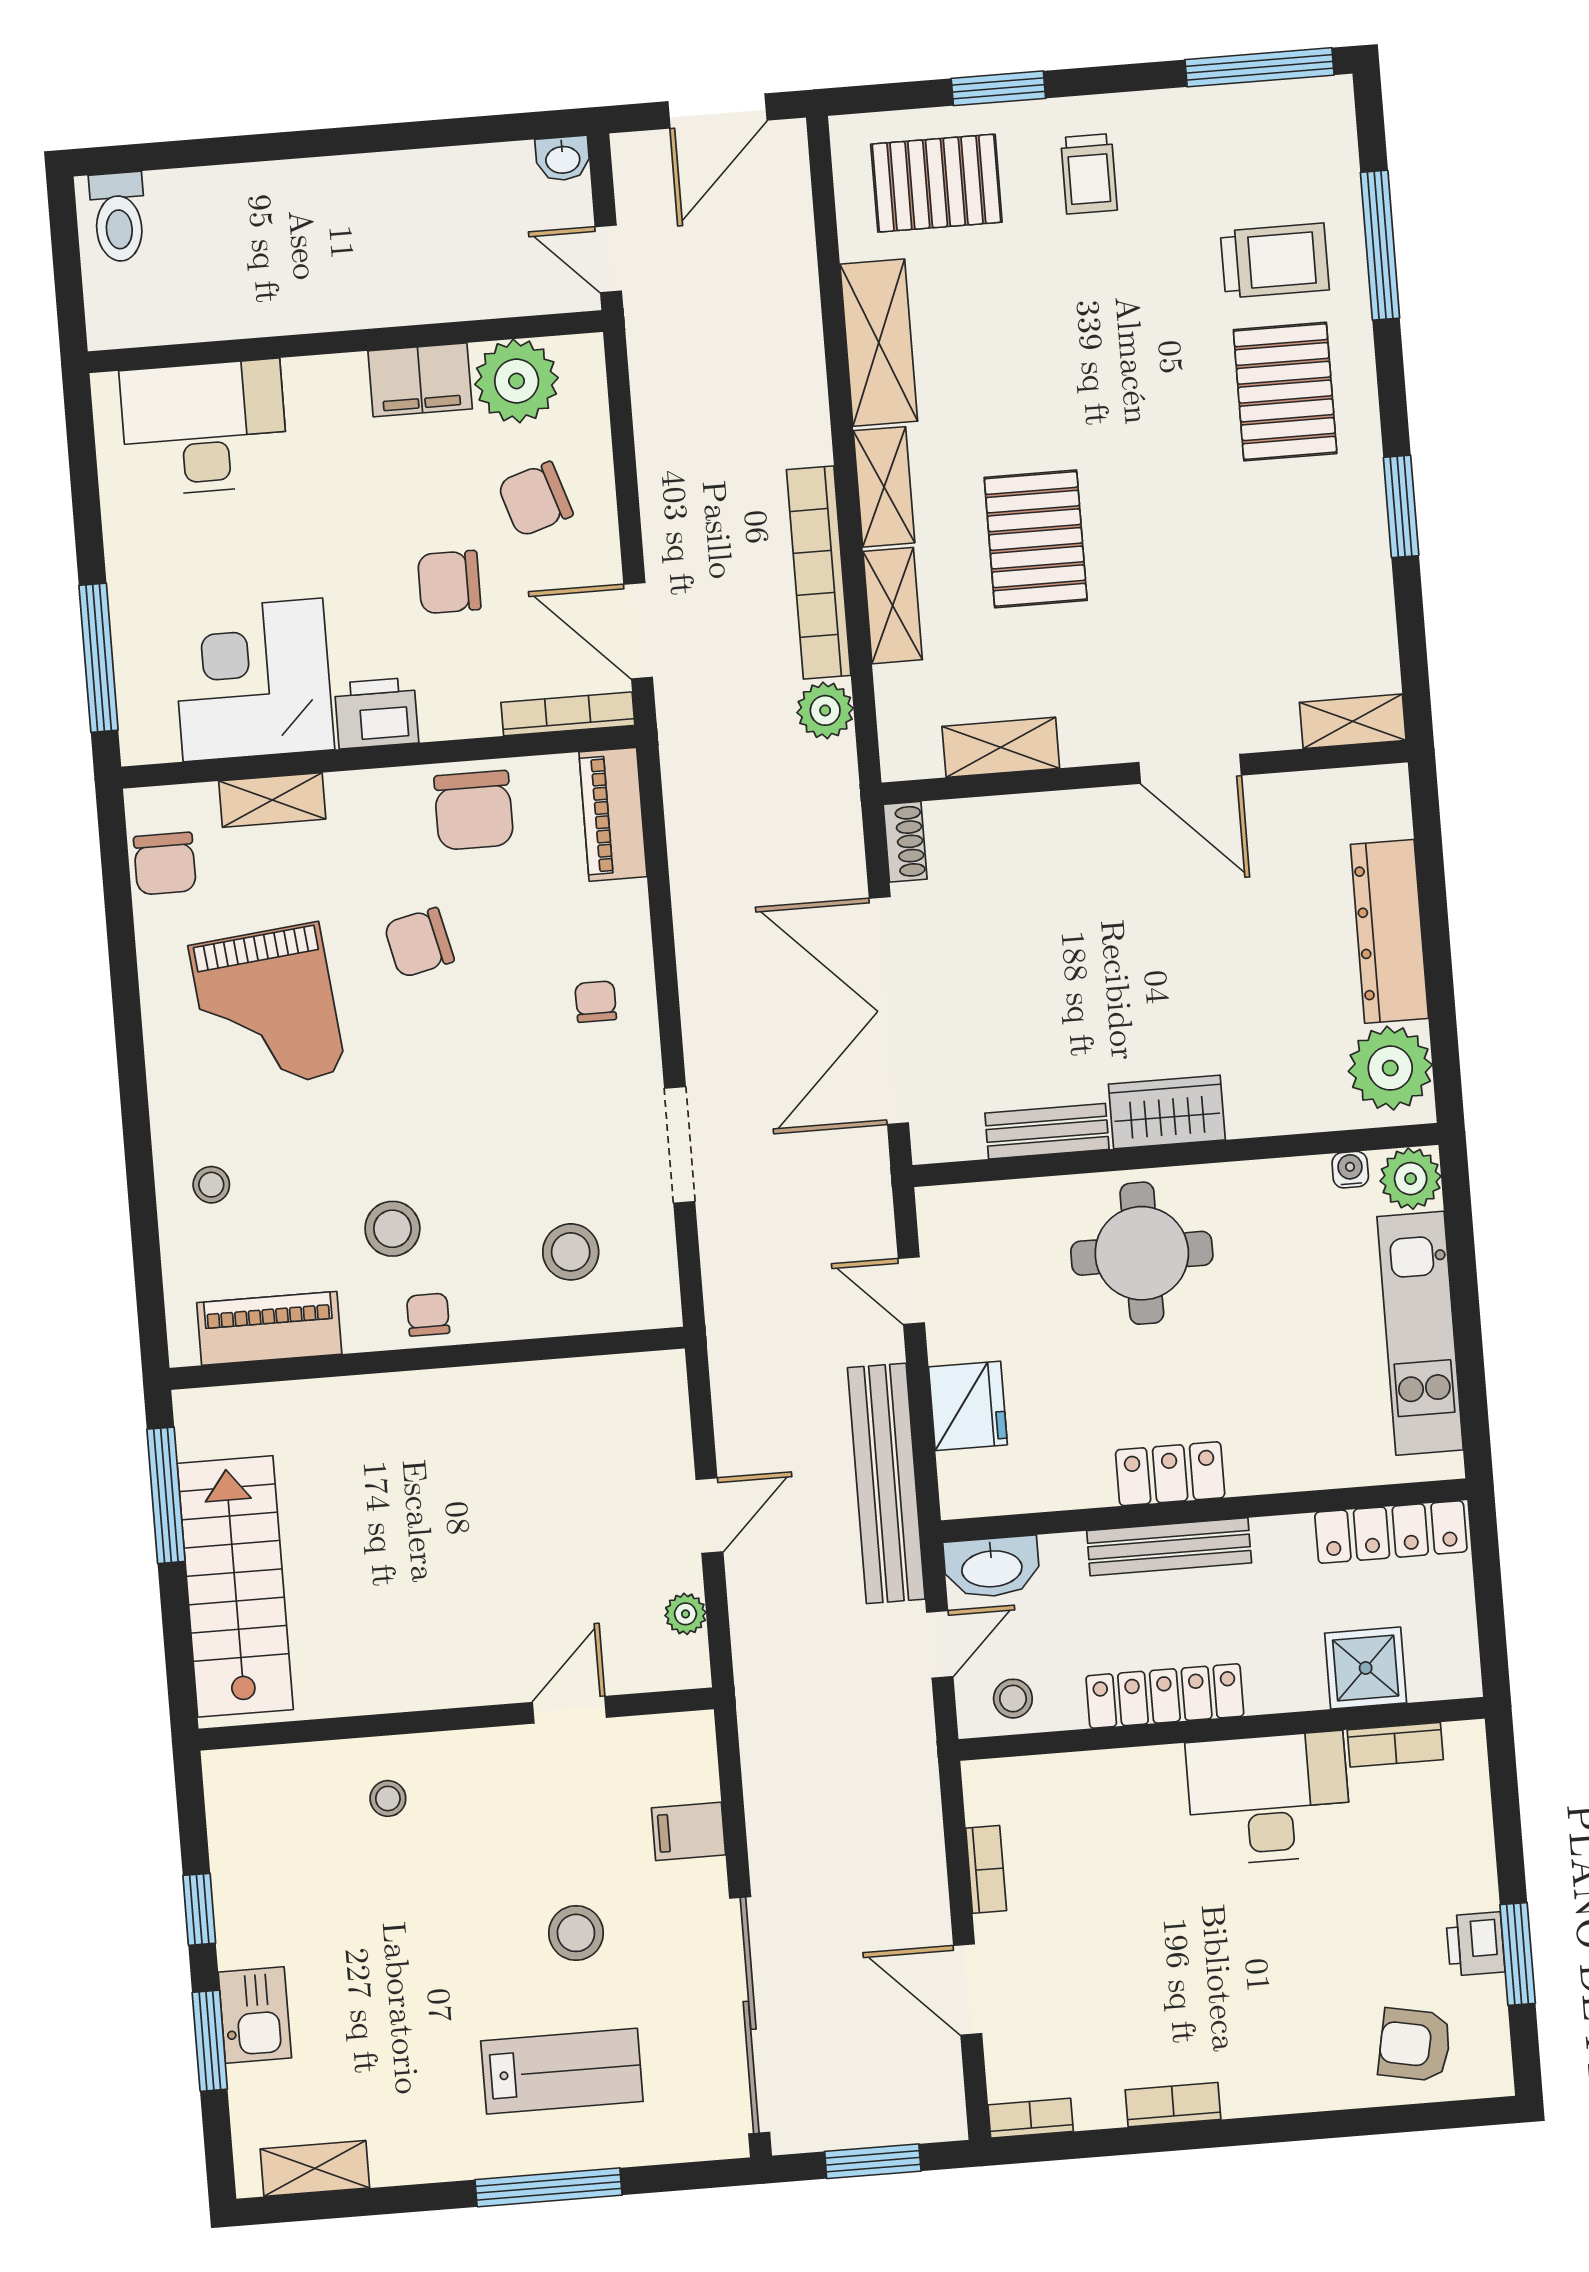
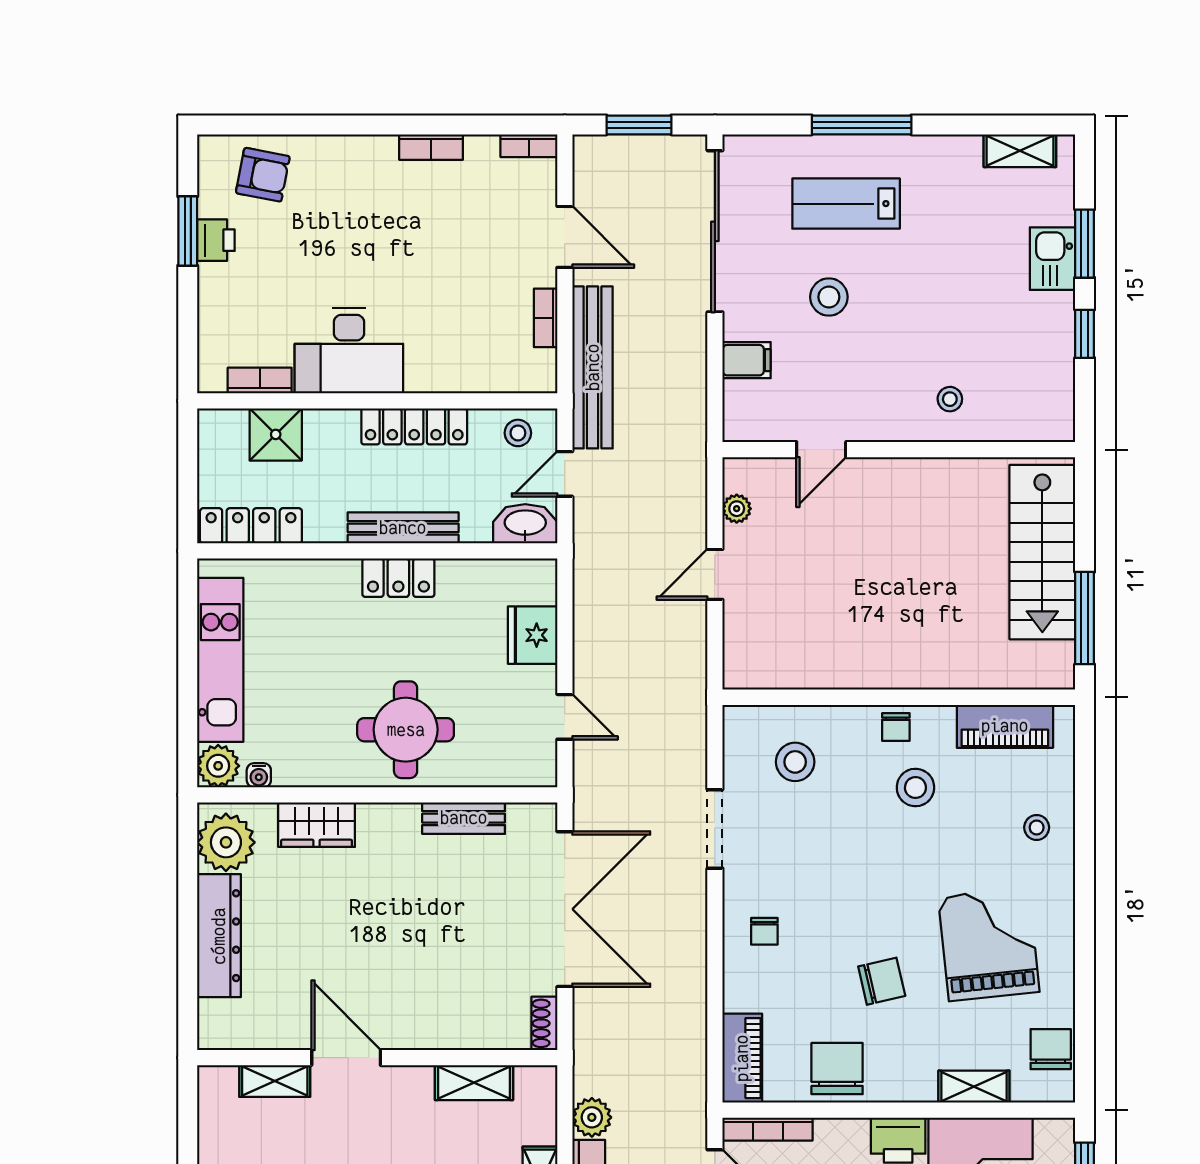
shelving: (1353, 721) -> (275, 1081), moved
wardrobe: (1167, 1112) -> (317, 825), moved
bench: (886, 1483) -> (593, 367), moved

